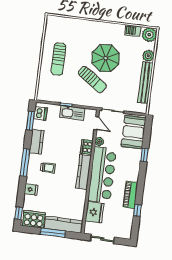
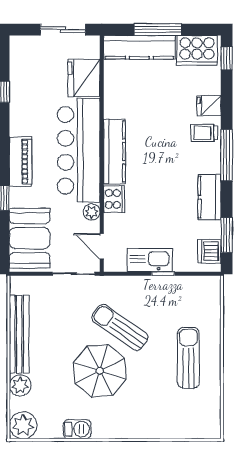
barbecue: (133, 31) -> (77, 429), moved
trolley: (48, 168) -> (204, 133), moved
piano: (130, 195) -> (21, 162), moved

